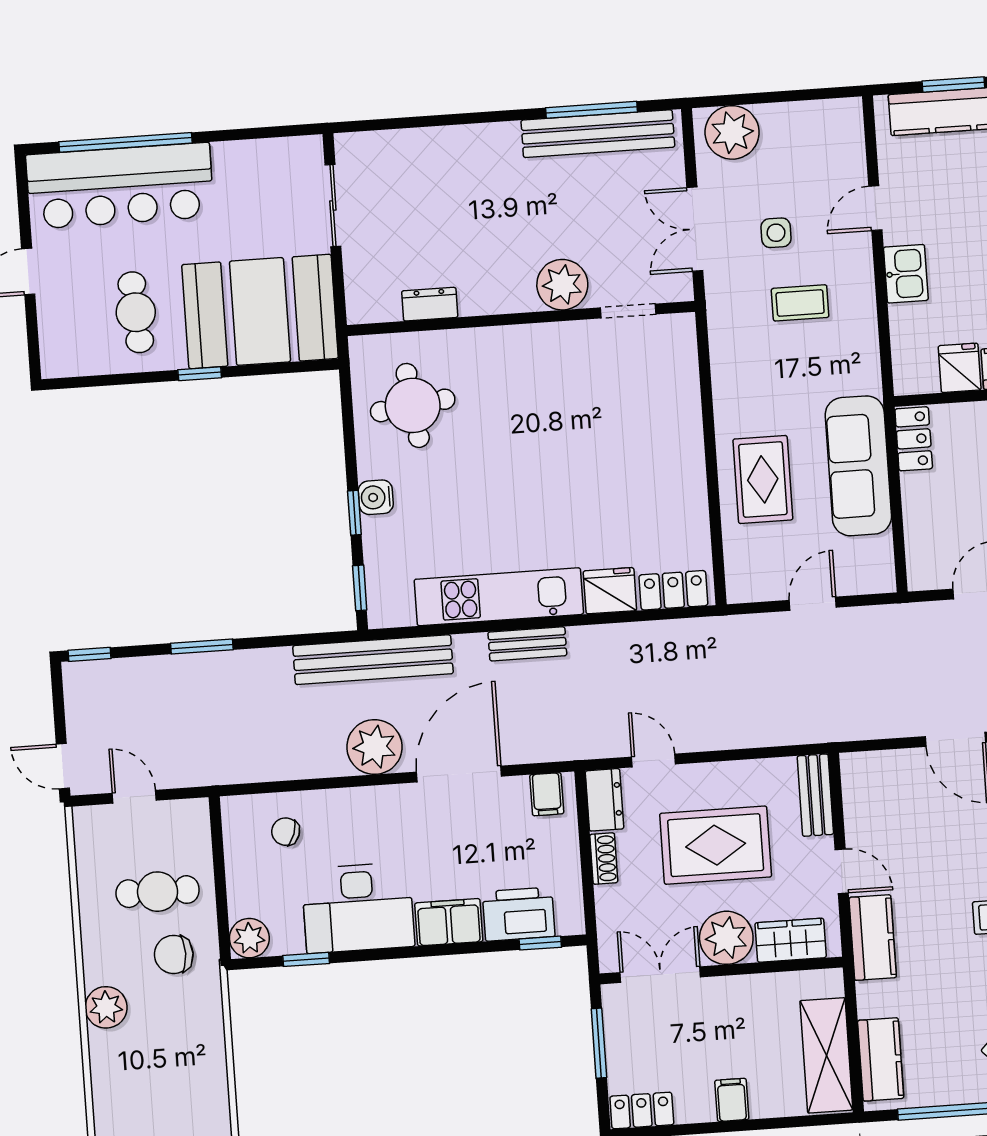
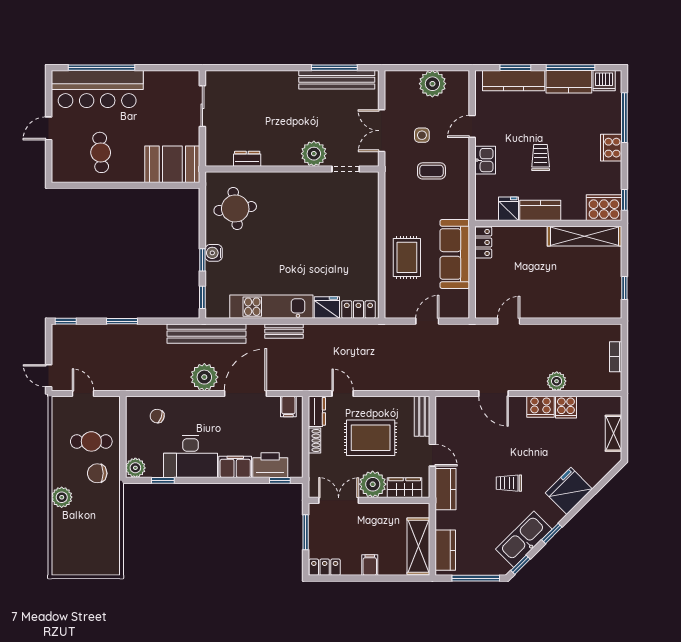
plant: (732, 132) -> (432, 84), moved
booth: (260, 311) -> (172, 164), width x0.73, depth x0.70
window: (200, 374) -> (130, 185), removed

